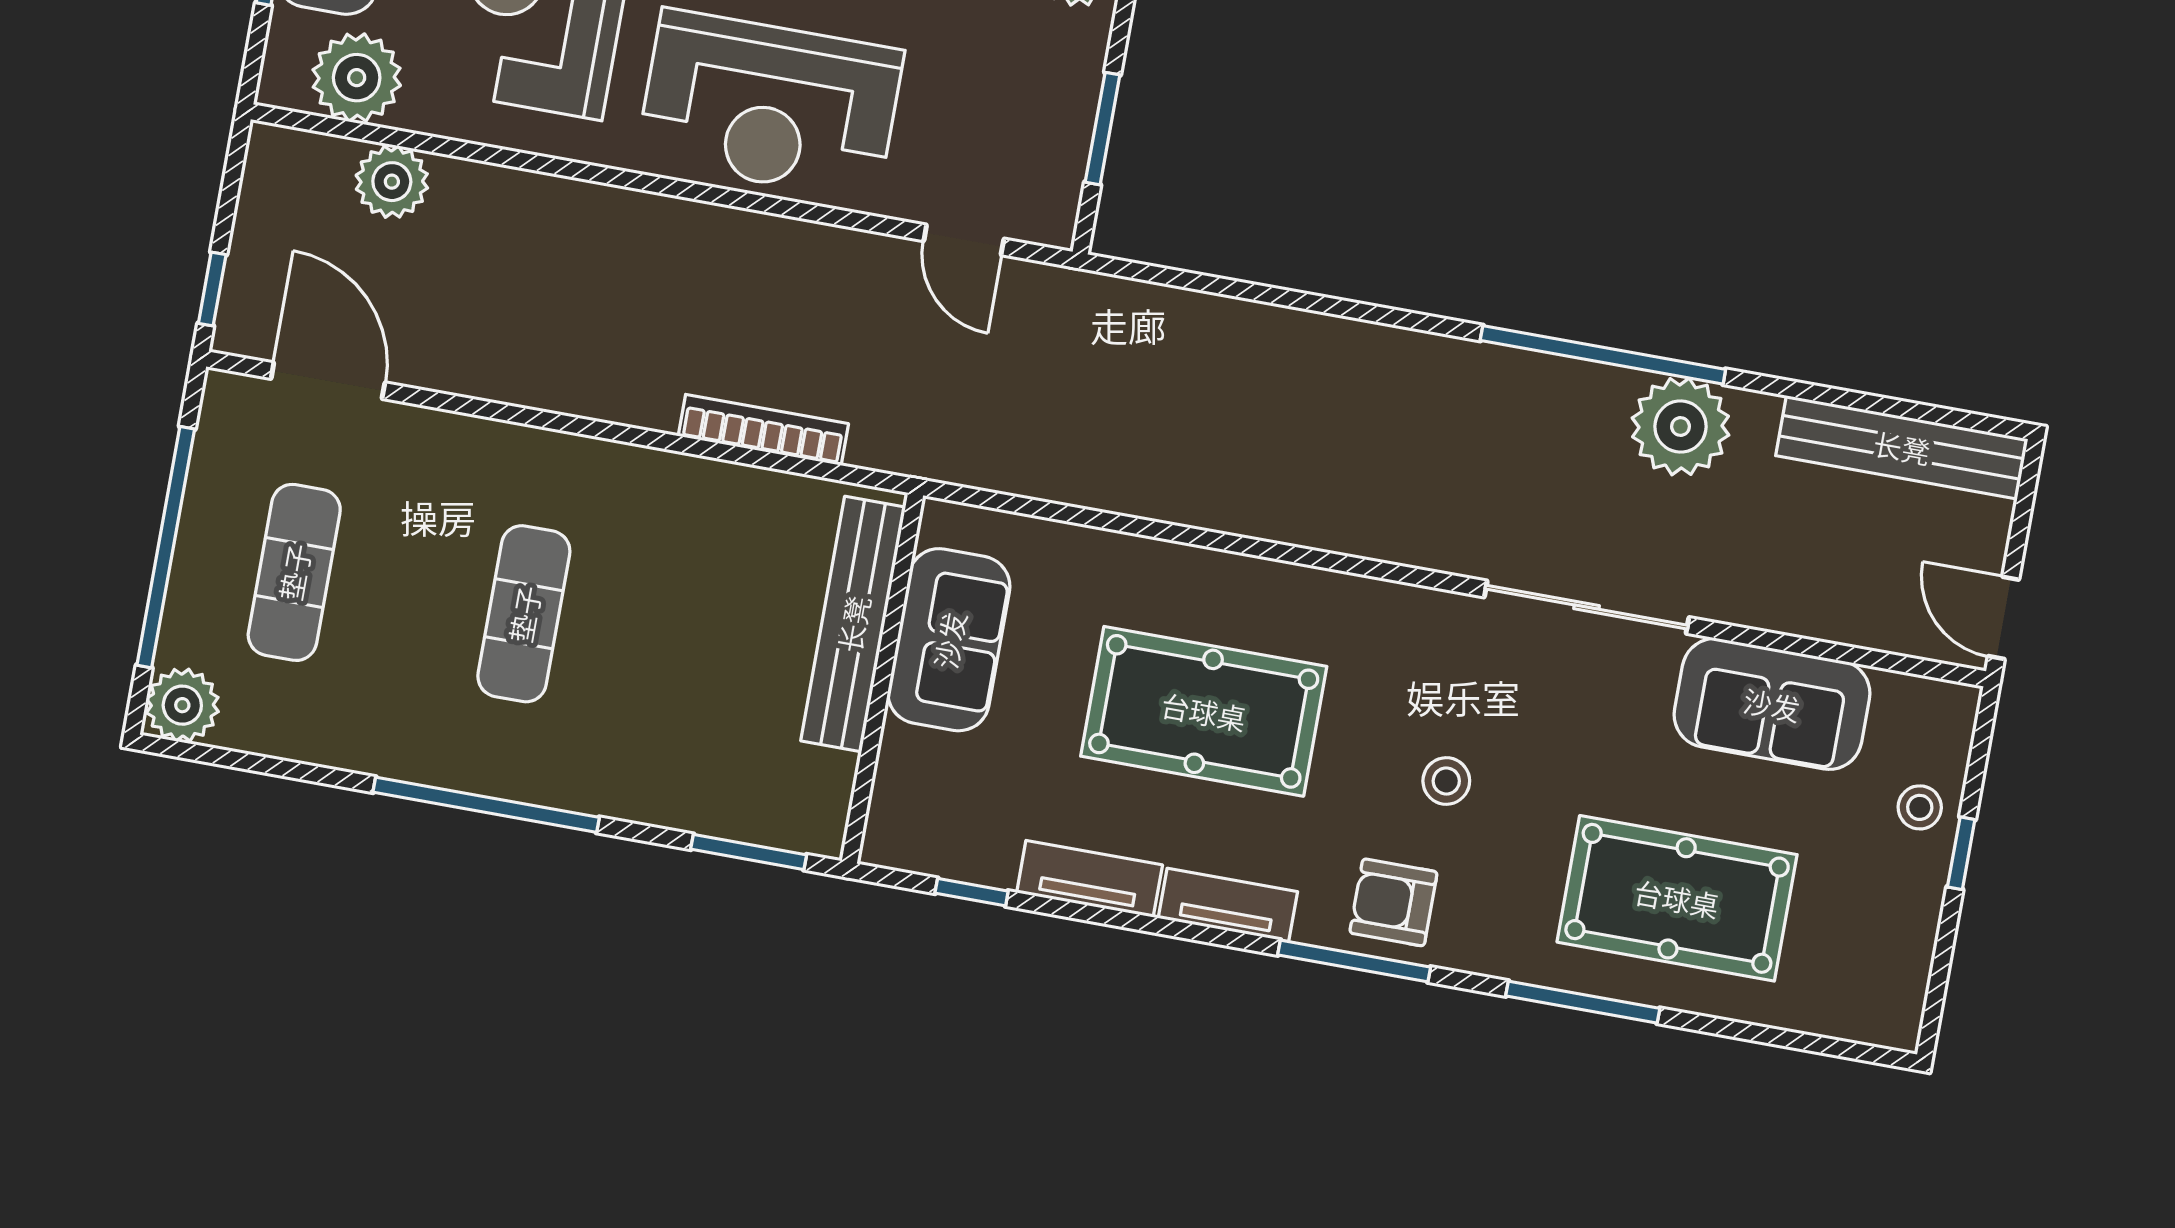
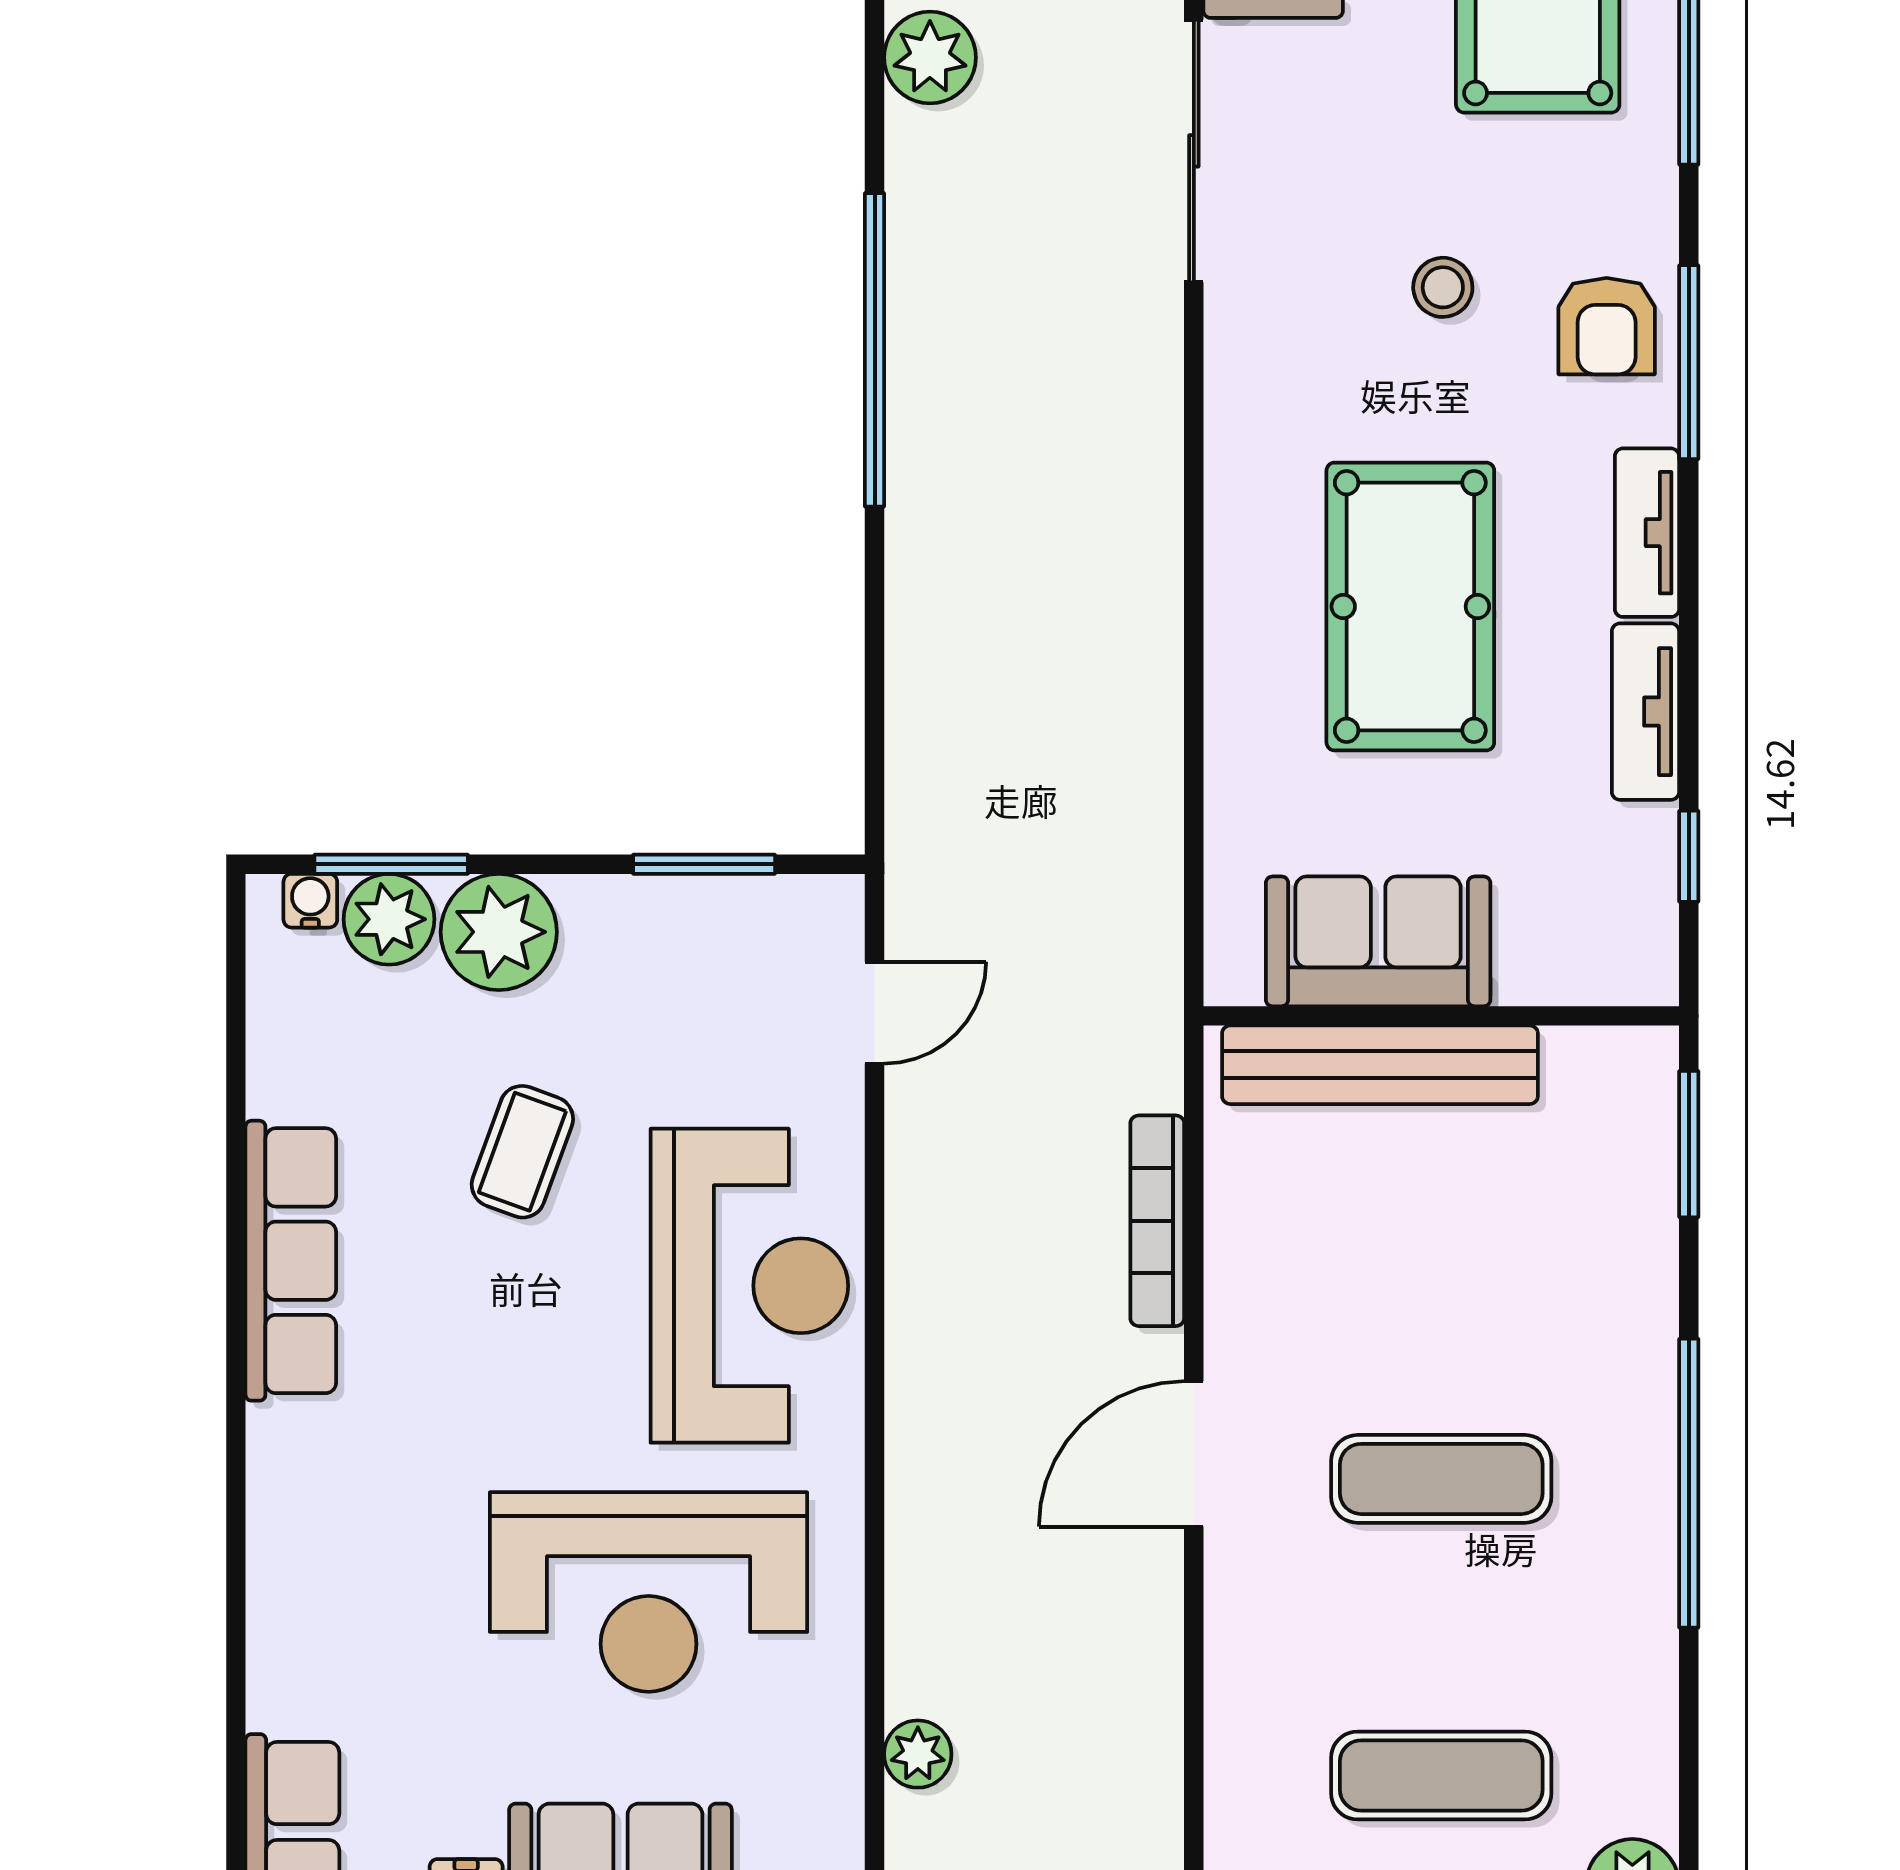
plant: (357, 78) -> (808, 1809), removed
plant: (392, 182) -> (918, 1754), width x0.73, depth x0.73
window: (1603, 355) -> (875, 350), moved
door: (328, 381) -> (1194, 1454), moved
plant: (1680, 426) -> (930, 57), width x0.73, depth x0.73

